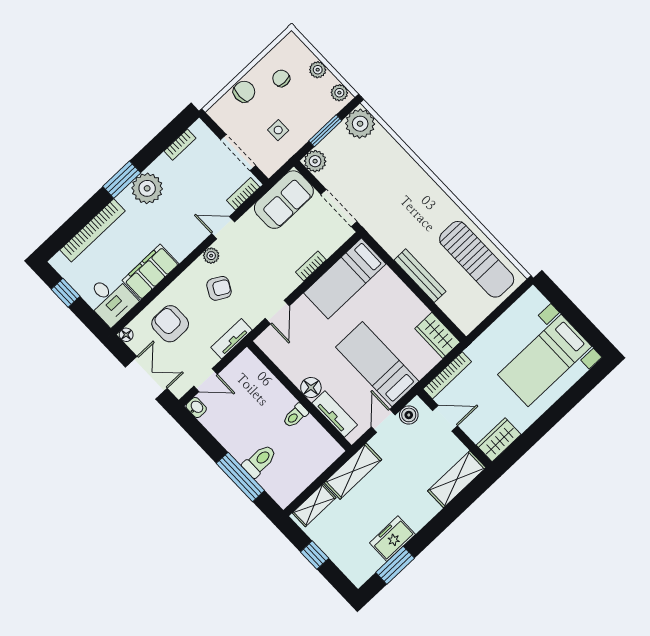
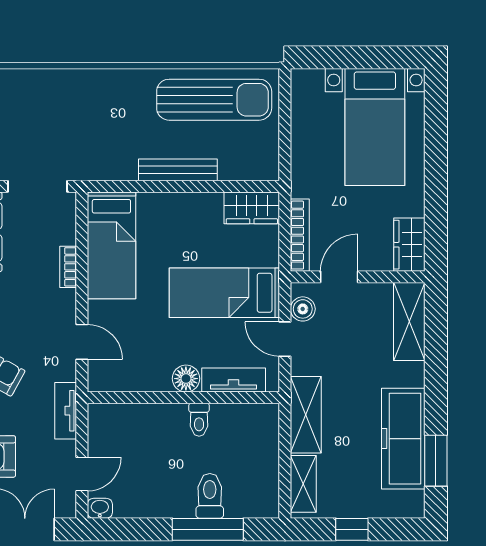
freezer: (392, 539) -> (403, 439), width x1.91, depth x1.26

